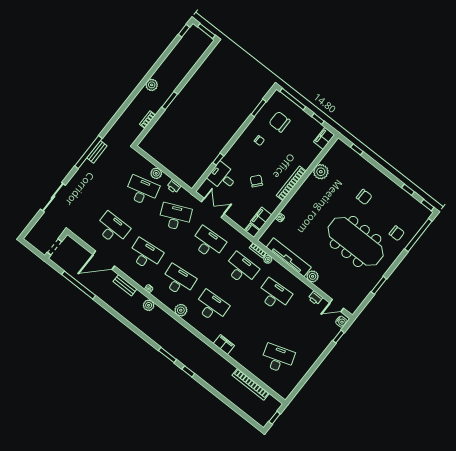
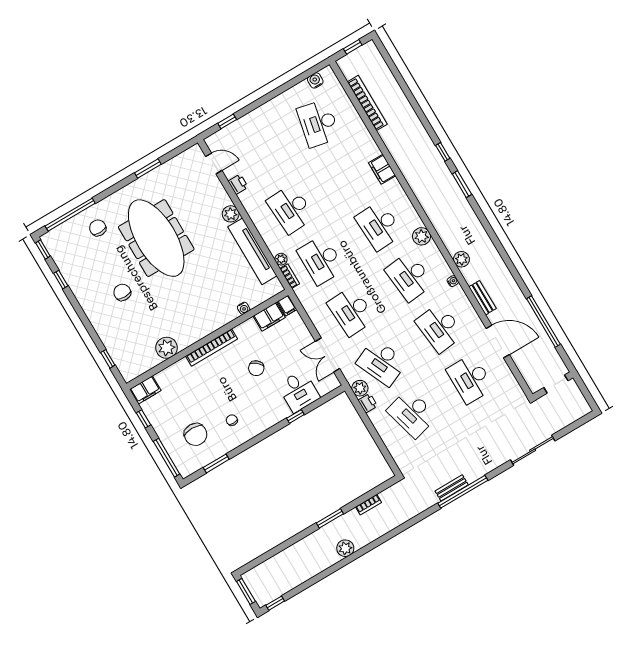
plant: (156, 173) -> (360, 388), moved
water cooler: (341, 322) -> (315, 80), moved
desk: (278, 359) -> (318, 123), turned 30

